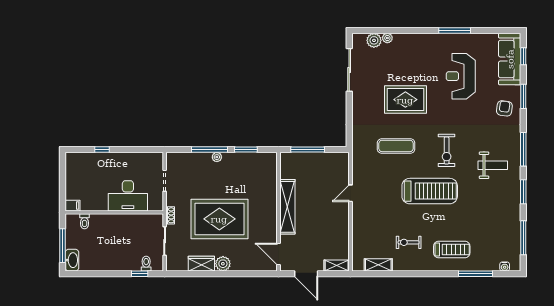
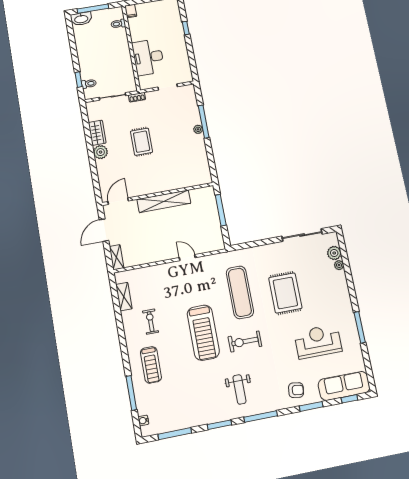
exercise mat: (396, 146) -> (240, 292), width x1.36, depth x1.45
window: (246, 150) -> (210, 154), removed
rug: (219, 219) -> (142, 142), width x0.54, depth x0.49

